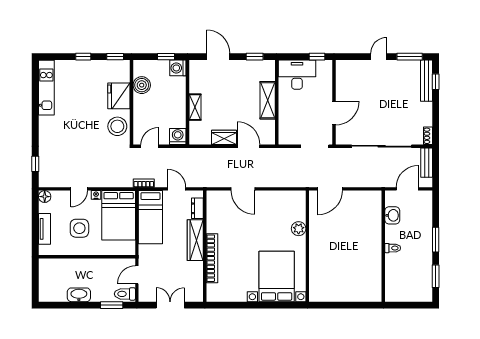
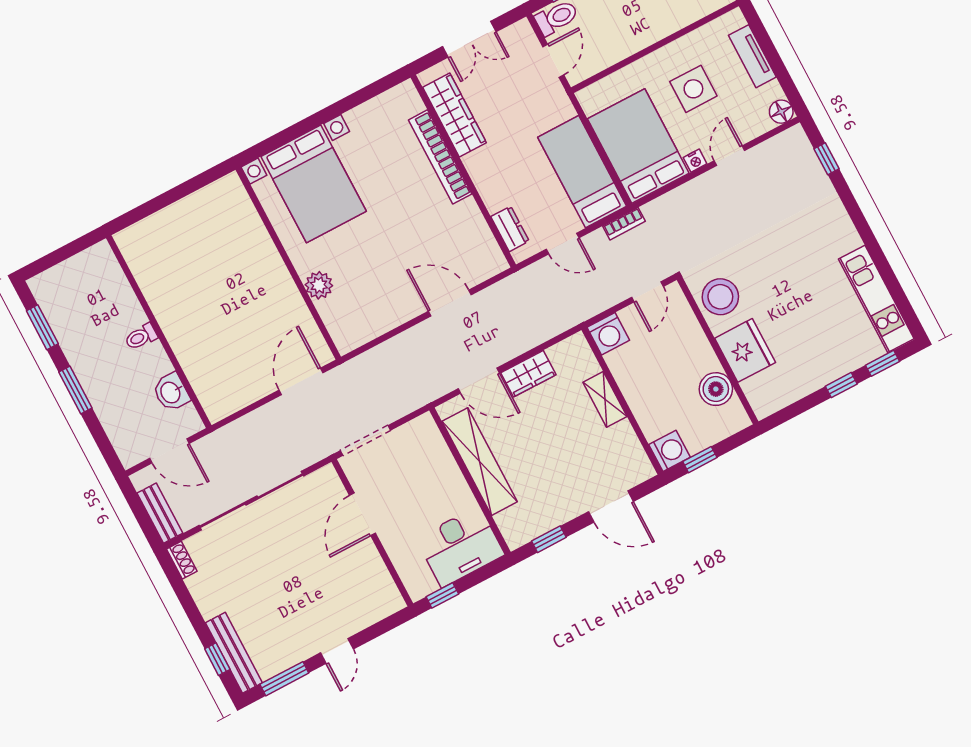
window: (115, 57) -> (883, 363), moved
shelving: (268, 100) -> (480, 462), width x1.47
door: (407, 189) -> (169, 451), hinge flipped
wardrobe: (195, 240) -> (454, 115), moved

